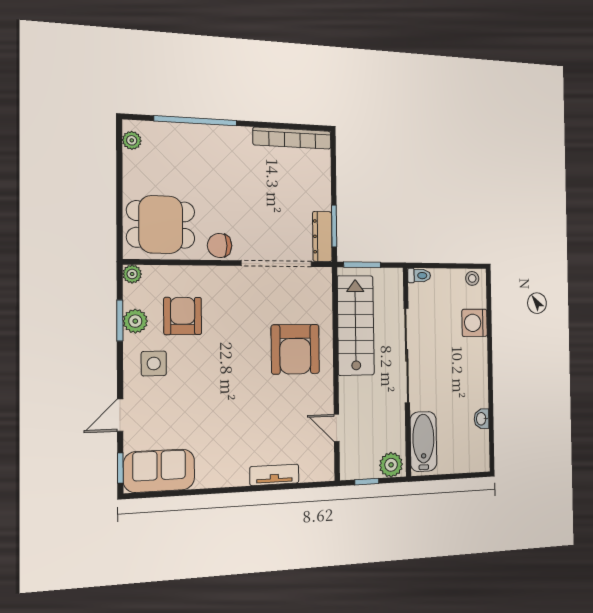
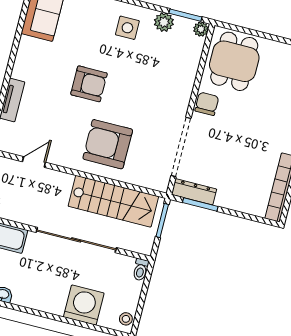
armchair: (183, 316) -> (89, 84), moved
window: (120, 321) -> (185, 15), moved
washing machine: (475, 323) -> (84, 305), width x1.37, depth x1.37

